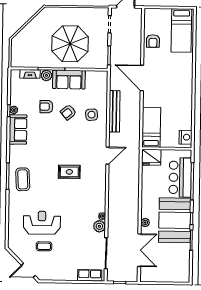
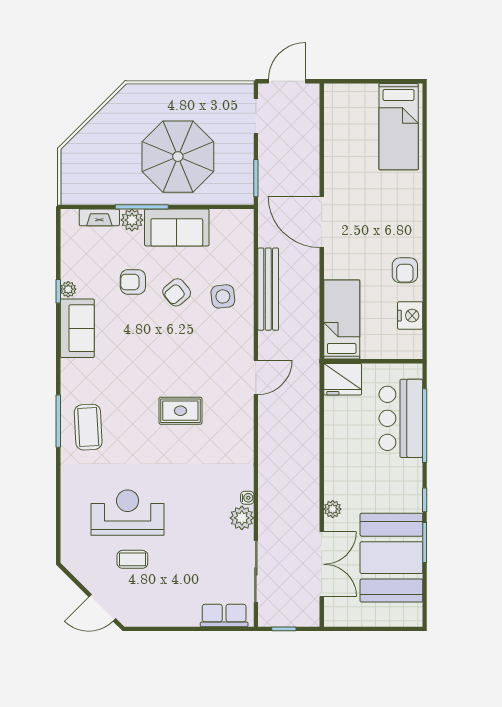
armchair: (153, 41) -> (405, 270), moved
nightstand: (186, 137) -> (410, 316), moved
booth: (175, 220) -> (391, 558), moved

